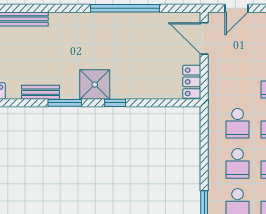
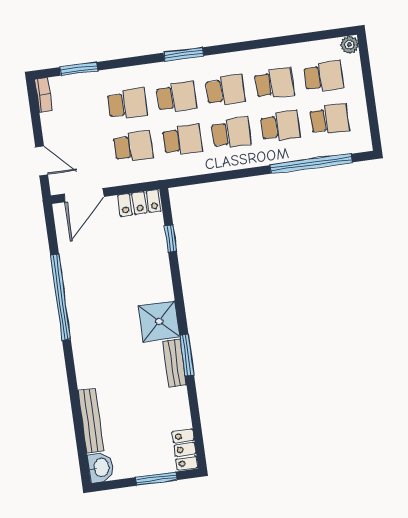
school desk: (238, 83) -> (133, 147), added
bench: (40, 92) -> (175, 363), moved
window: (115, 103) -> (171, 238), moved

